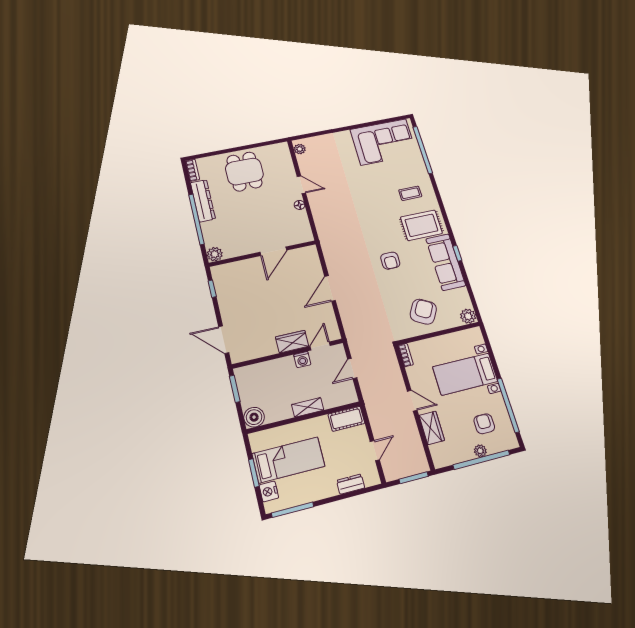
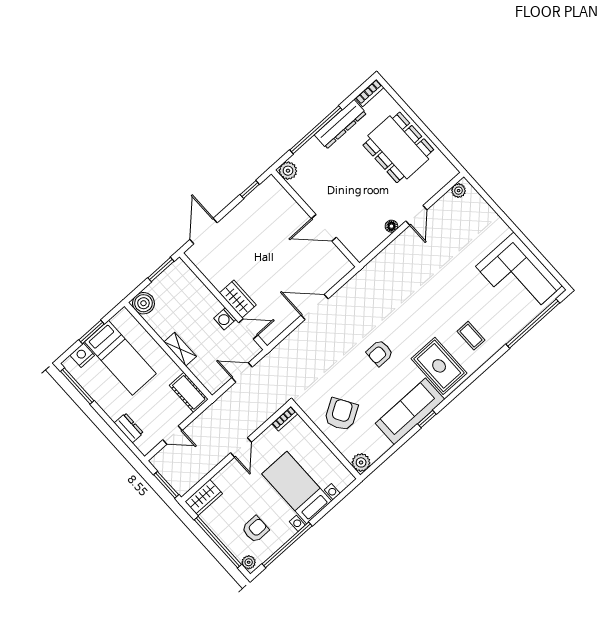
dining table: (244, 172) -> (398, 147), width x1.38
armchair: (423, 312) -> (341, 414), turned -60
wardrobe: (432, 428) -> (204, 498), moved
plant: (480, 451) -> (249, 562), moved

